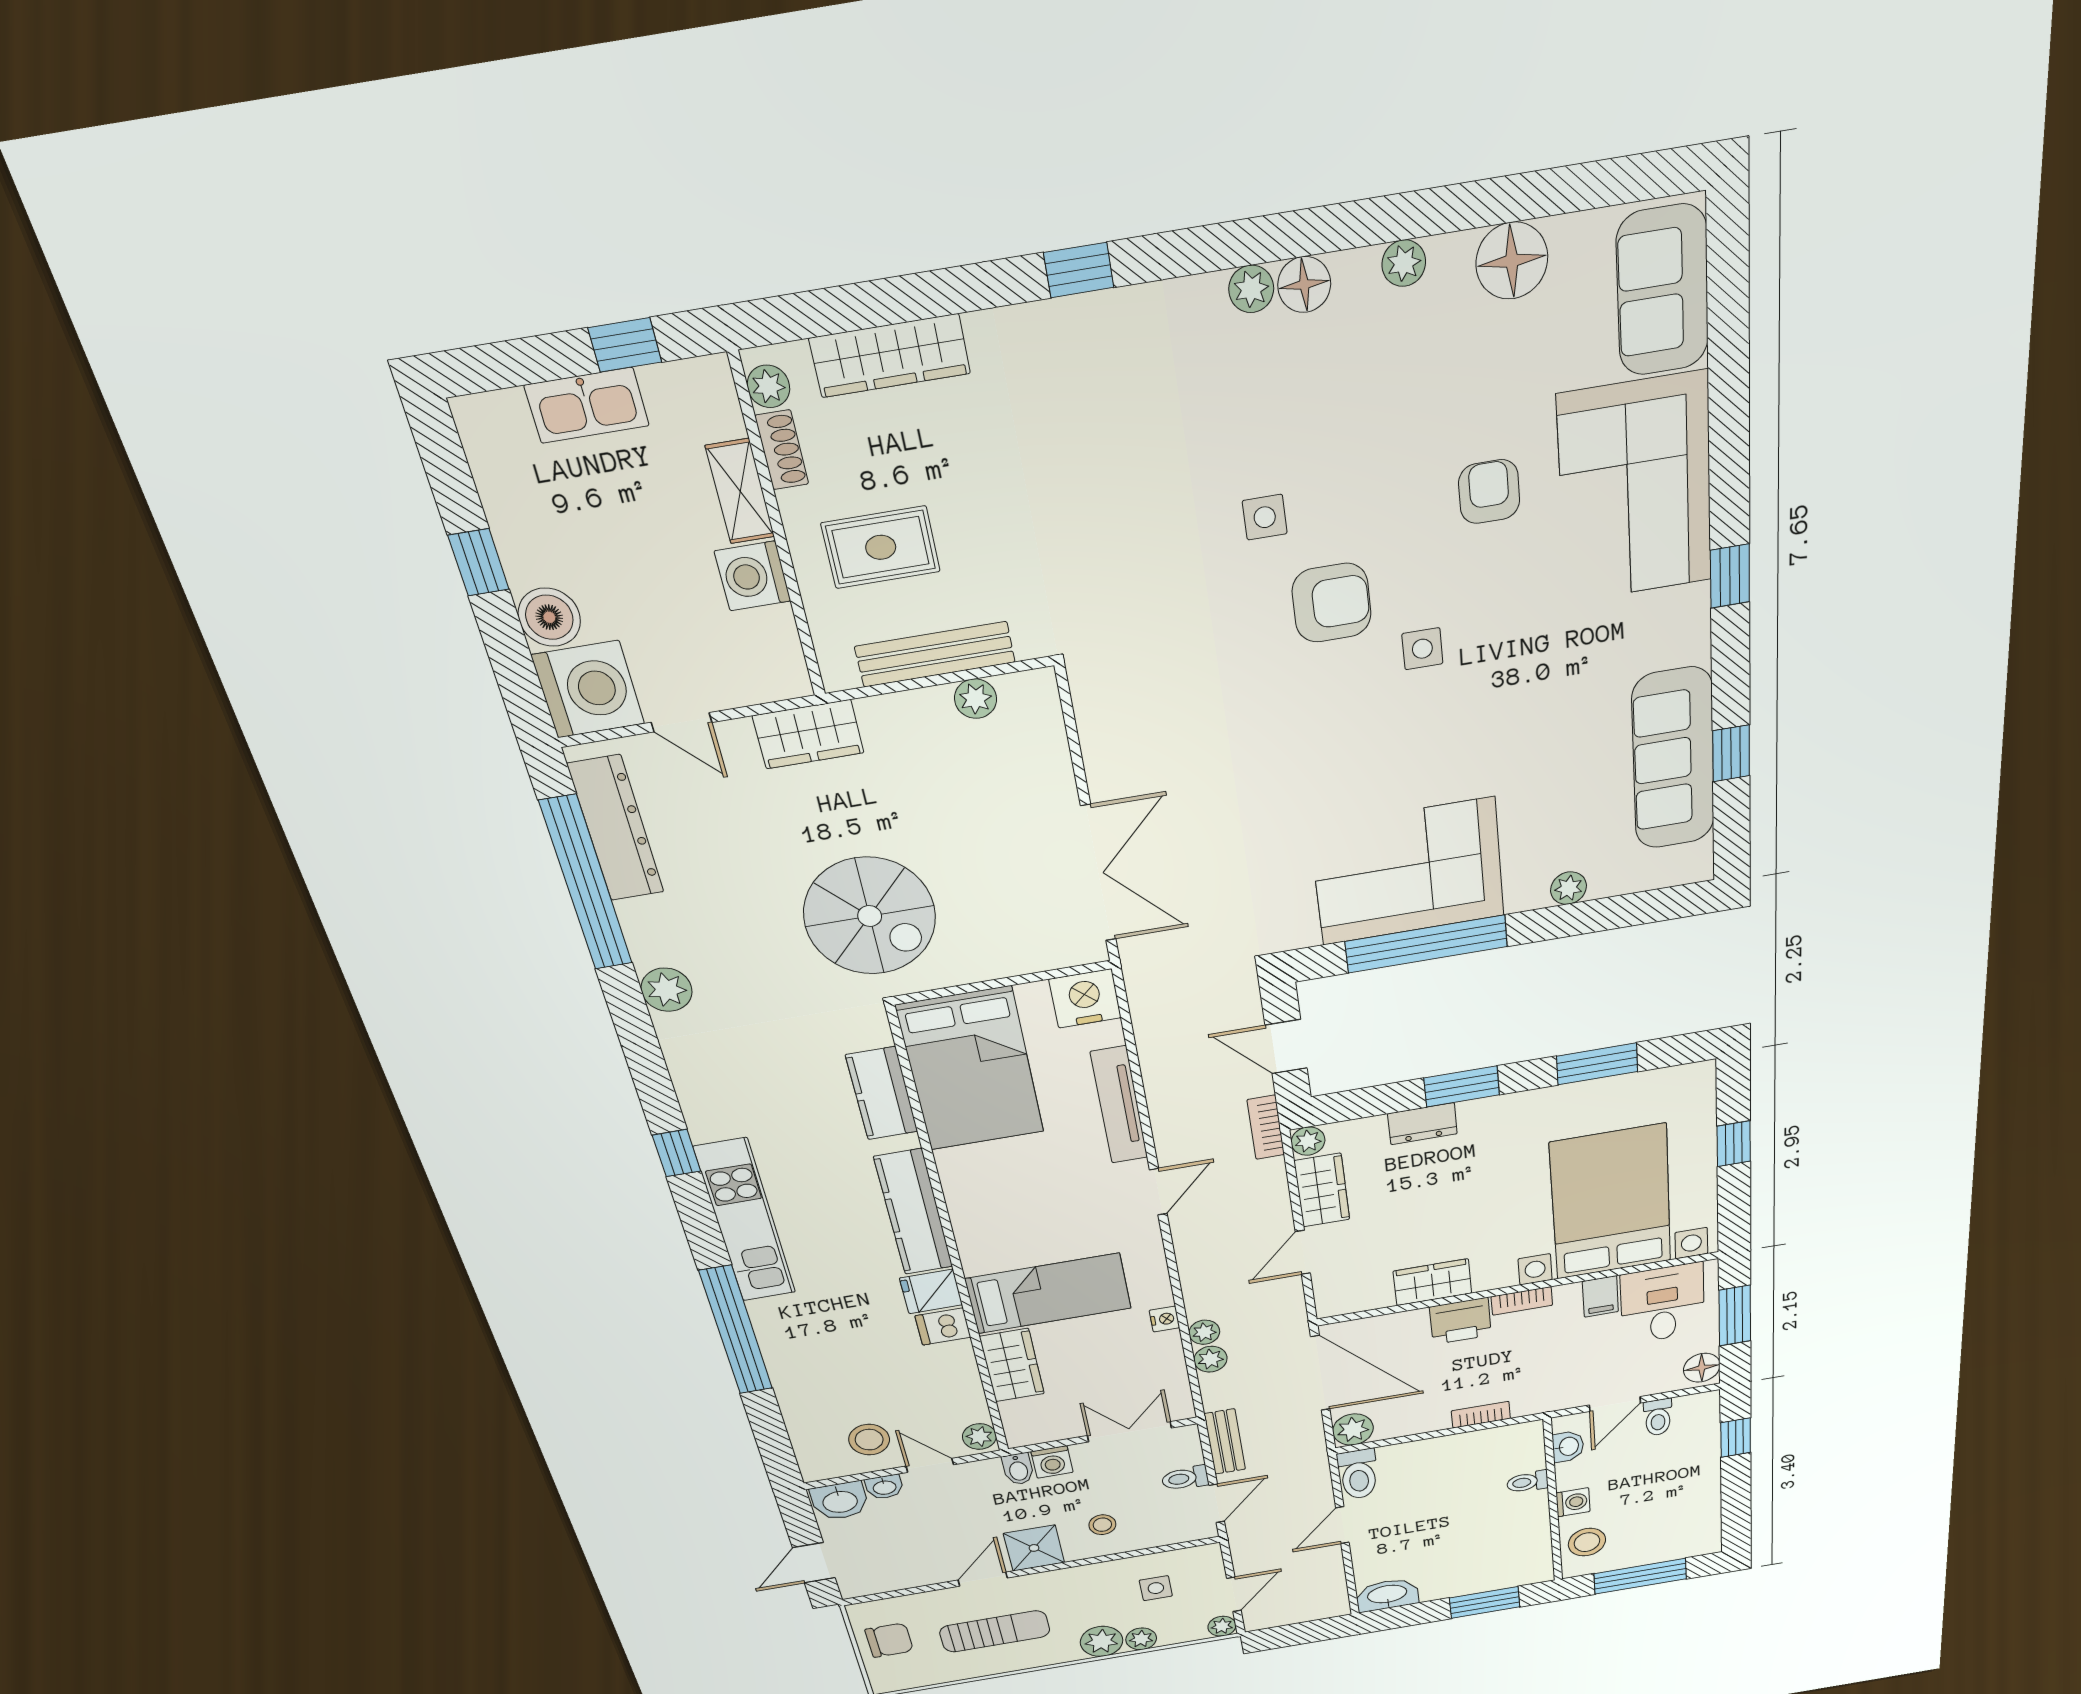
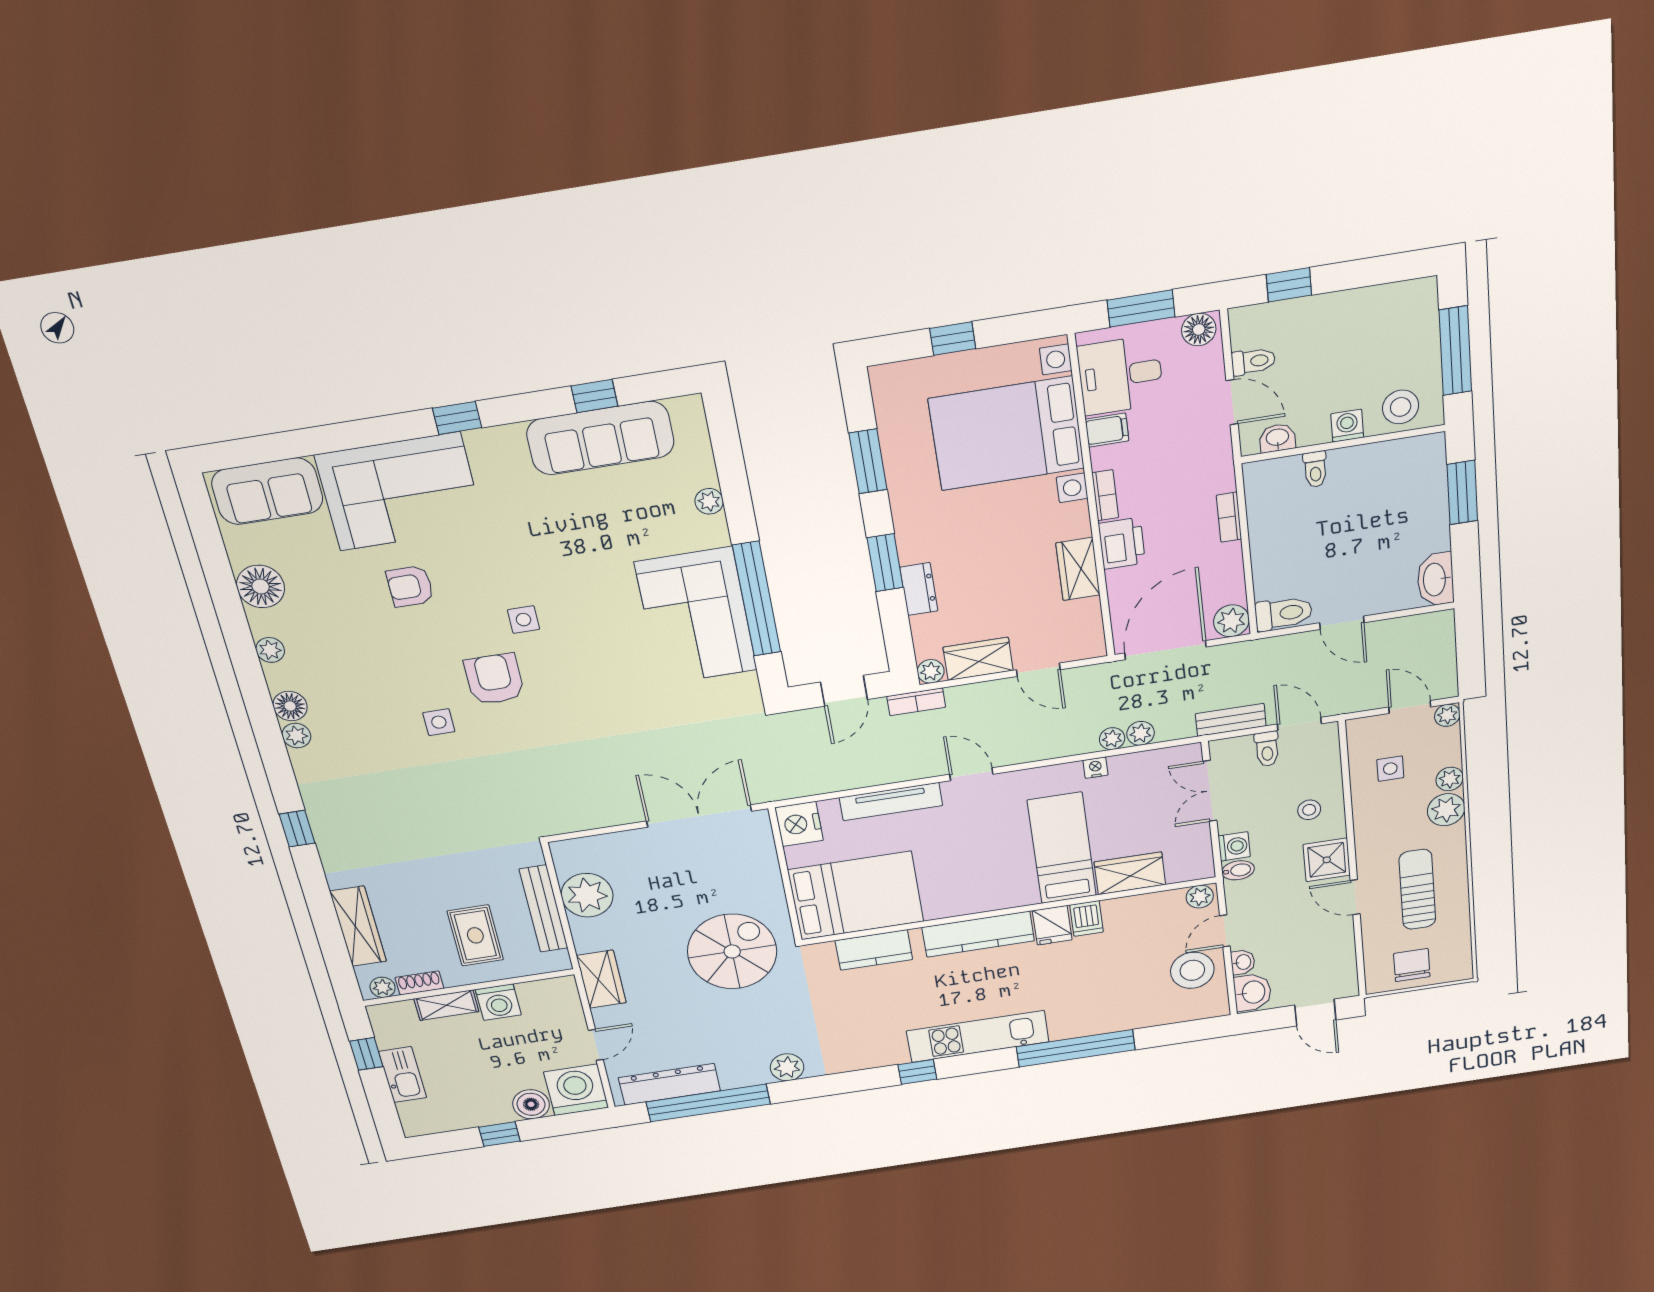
plant: (976, 699) -> (587, 895), width x1.88, depth x1.88
stool: (869, 1440) -> (1192, 970), width x1.38, depth x1.38

